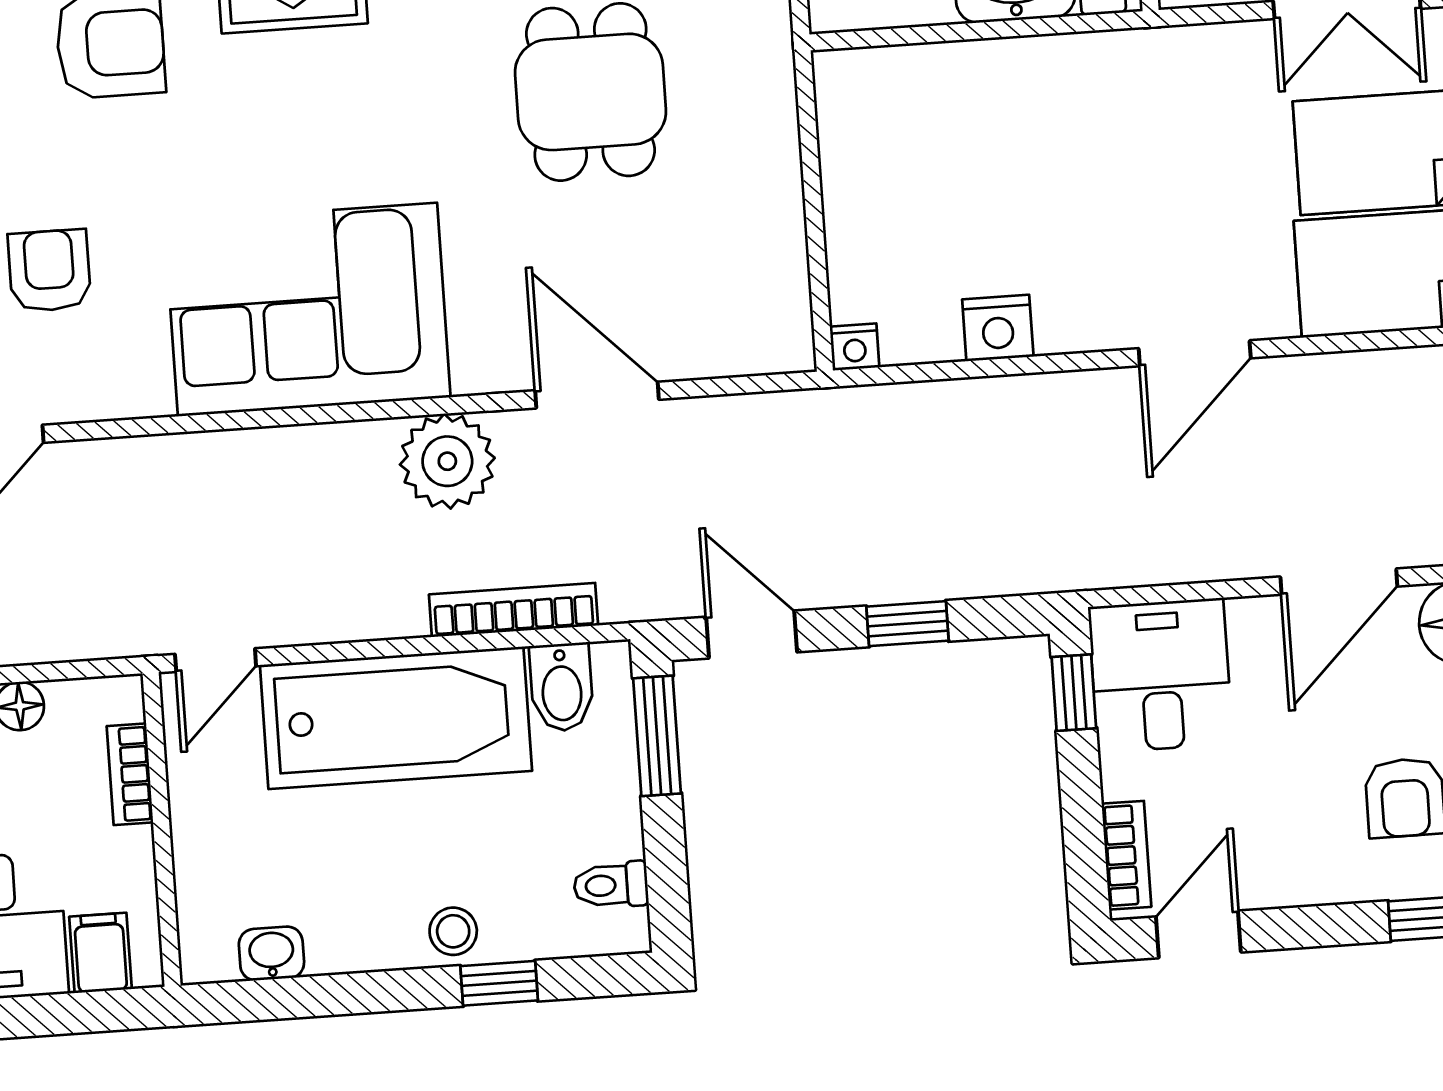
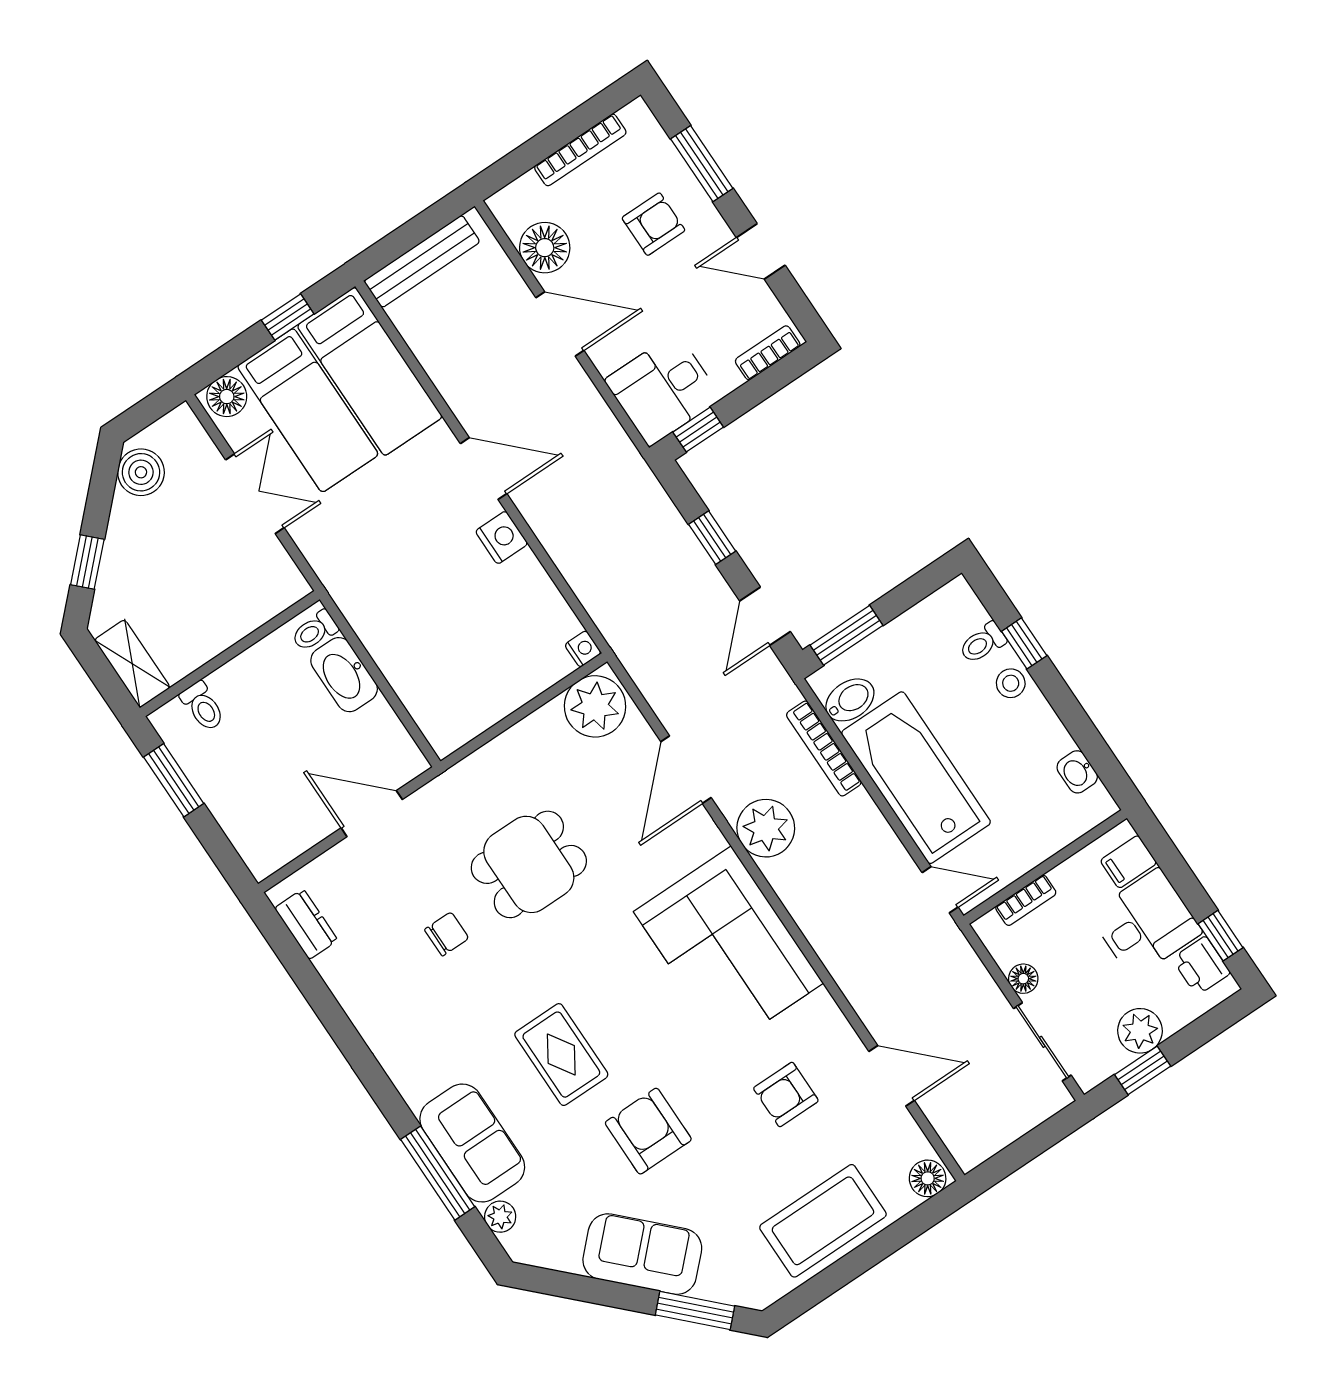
plant: (762, 317) -> (595, 706), added
nightstand: (998, 328) -> (502, 538), moved
toilet: (611, 885) -> (983, 643), moved, turned 90
door: (1198, 934) -> (761, 251), moved

